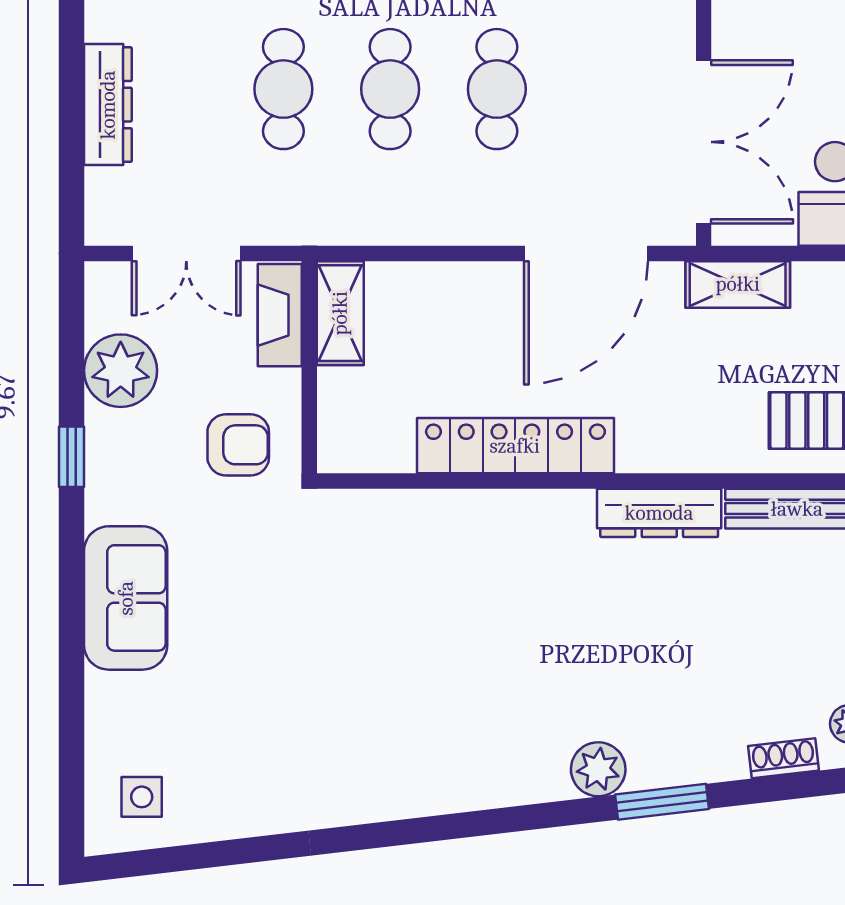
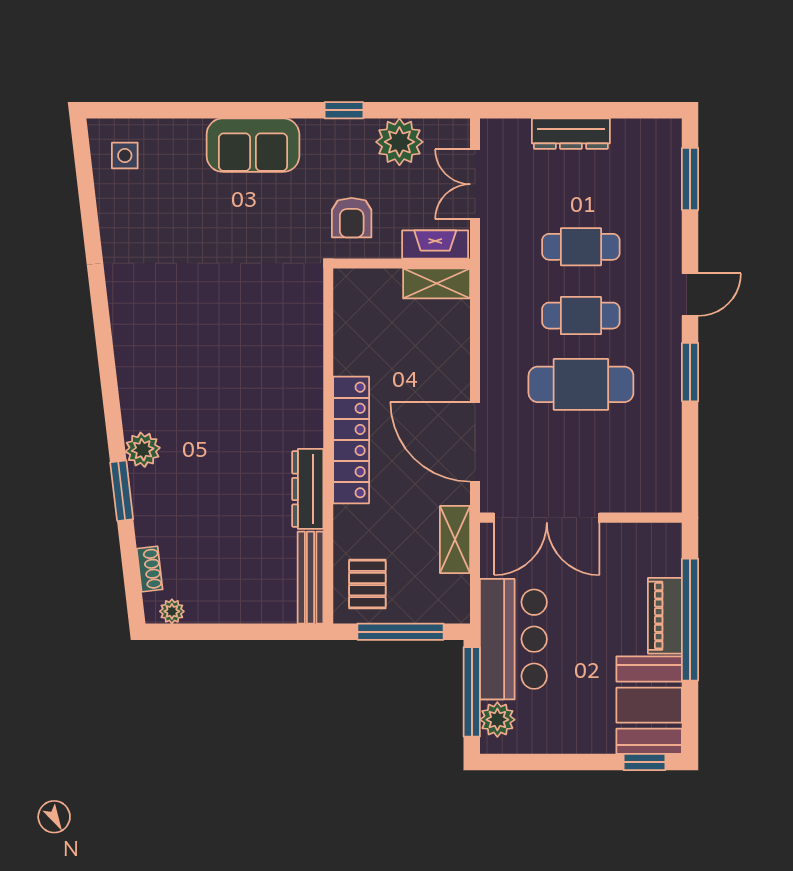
cafe table: (497, 89) -> (581, 384), width x1.37, depth x1.35
locker: (515, 446) -> (351, 440), moved

